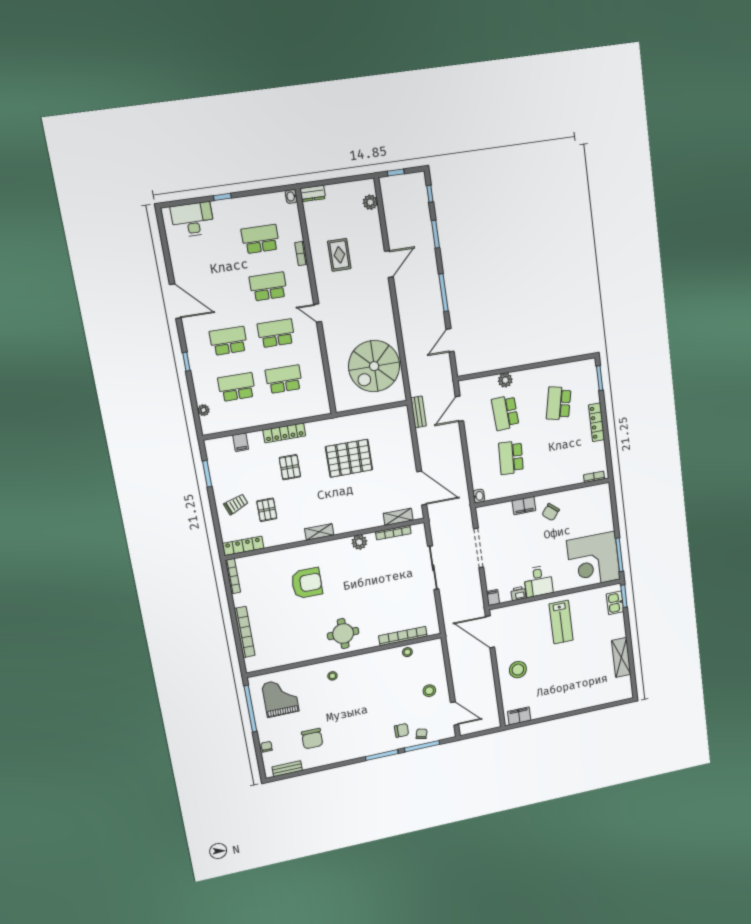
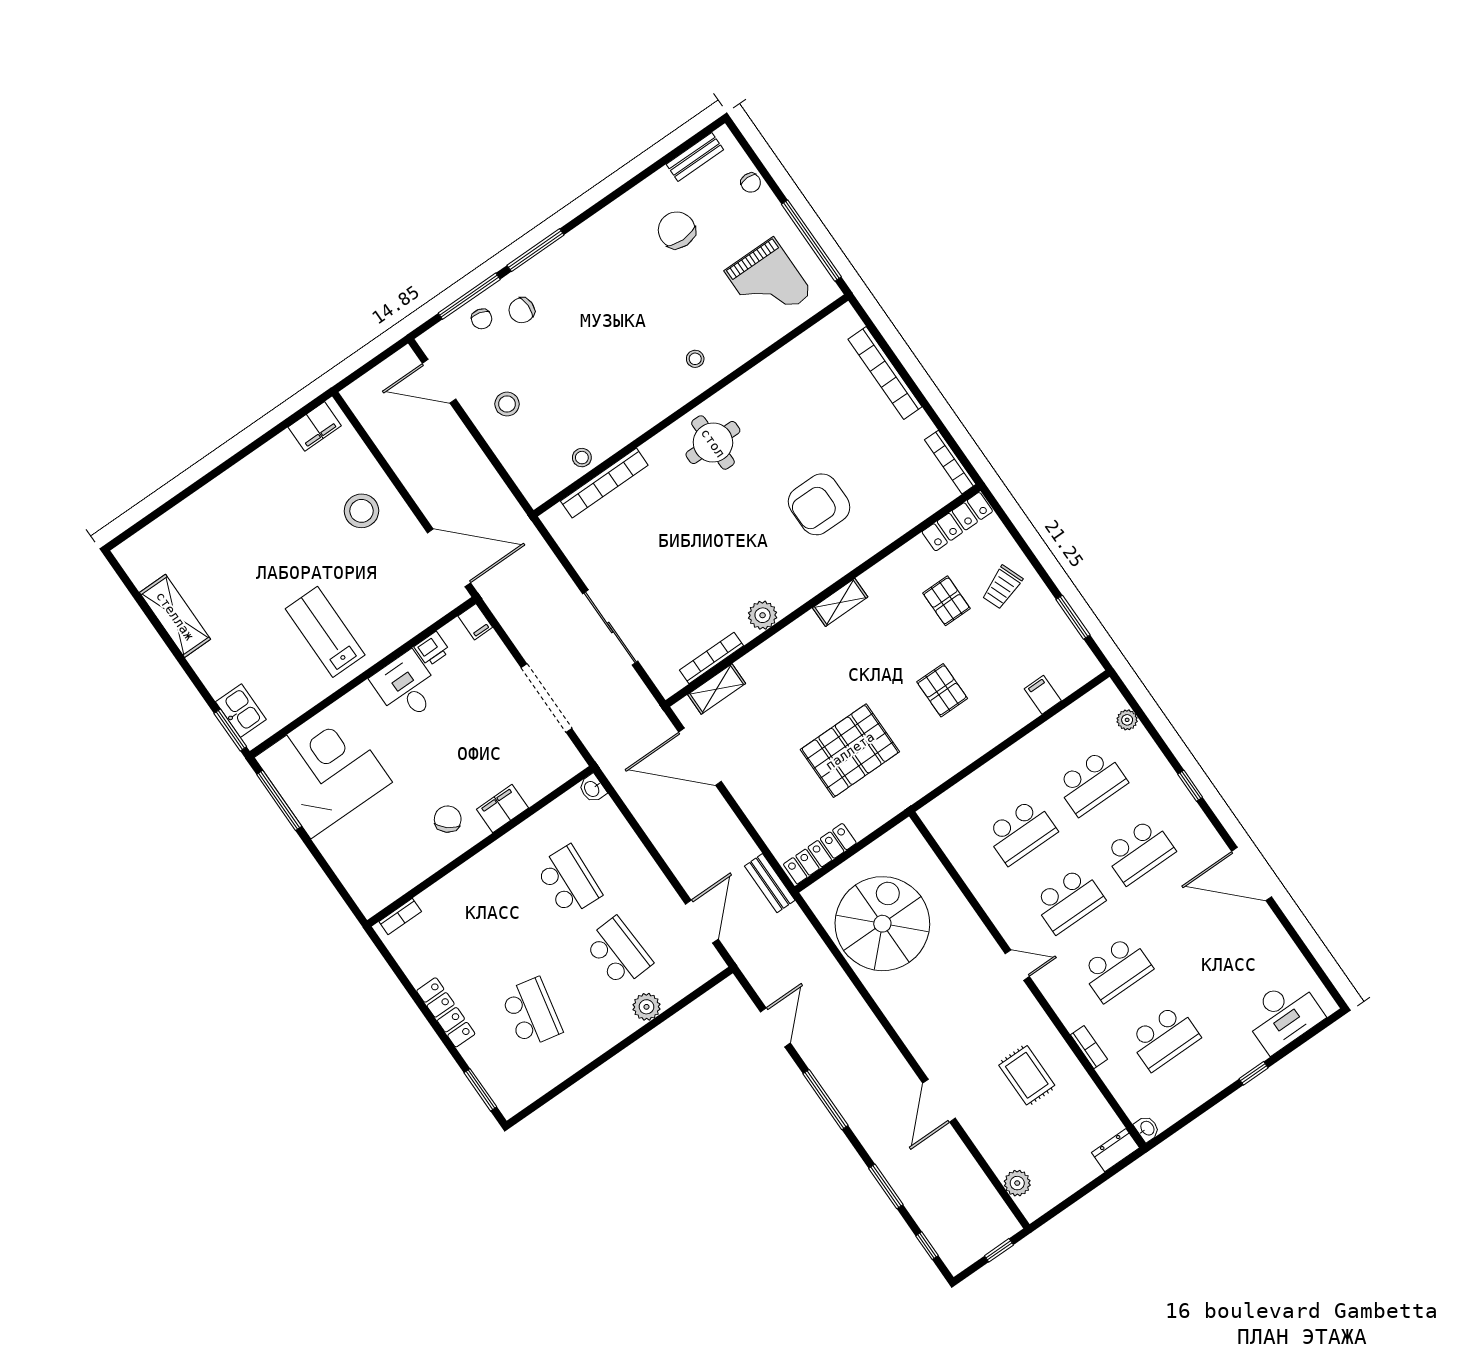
locker: (284, 433) -> (820, 854), moved

